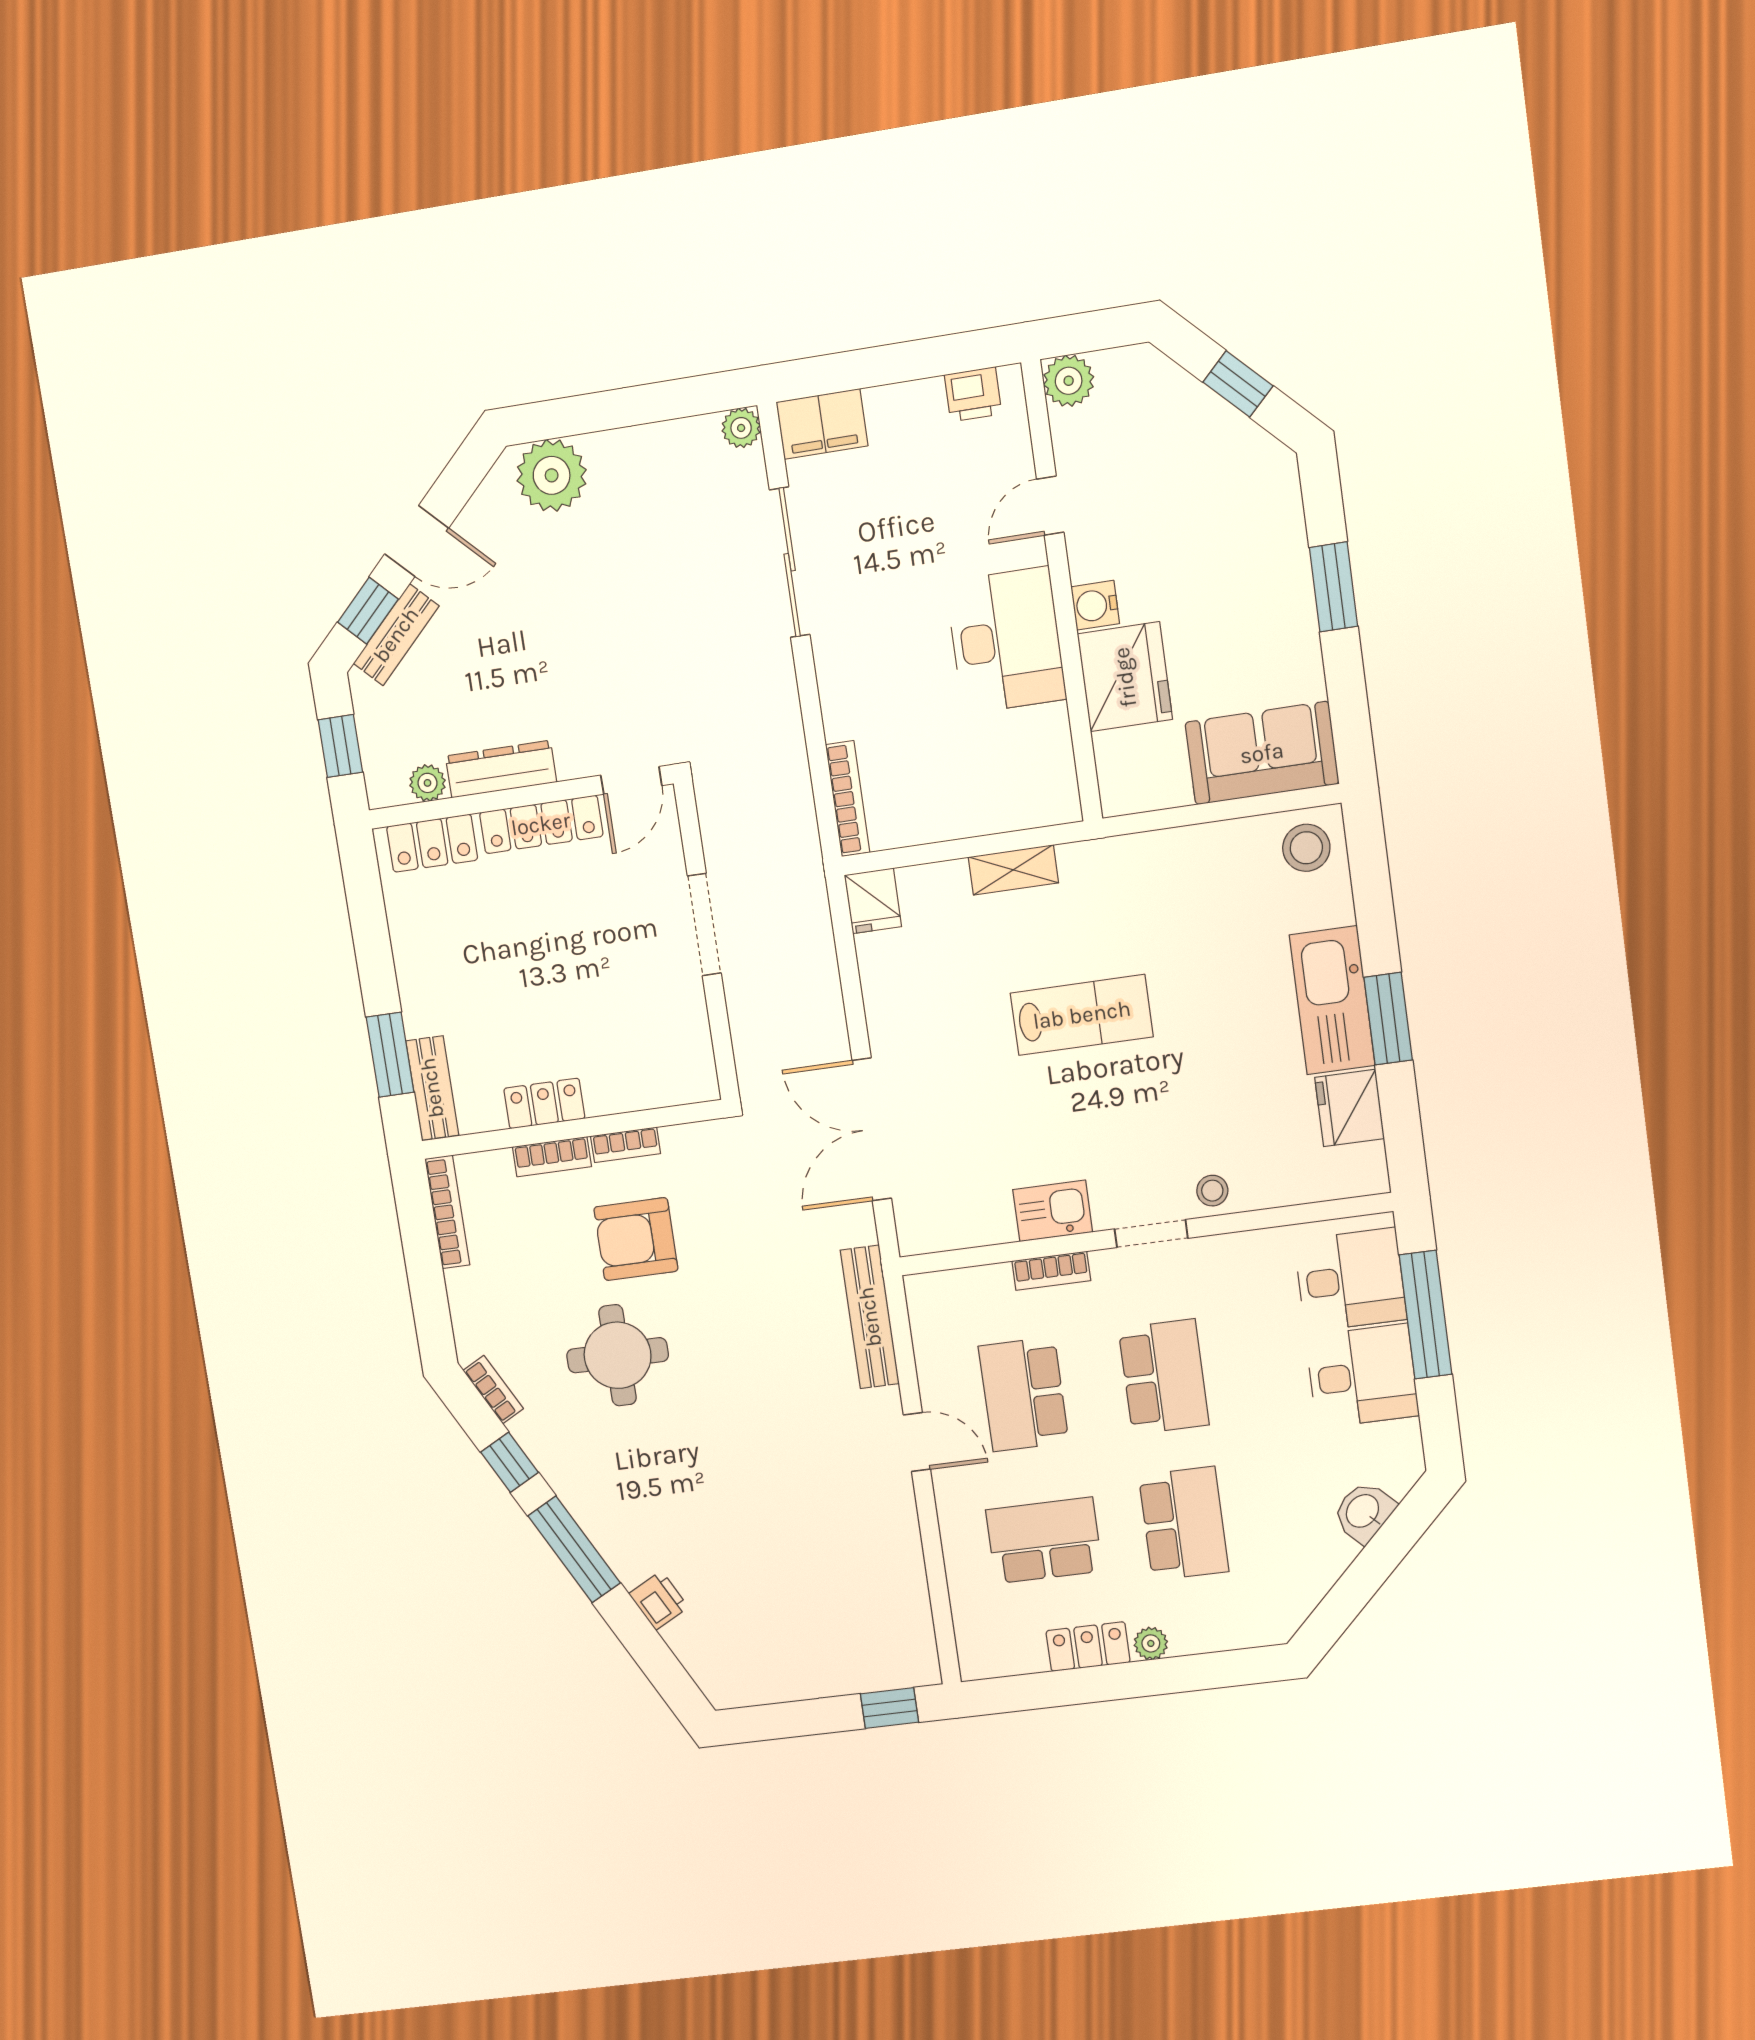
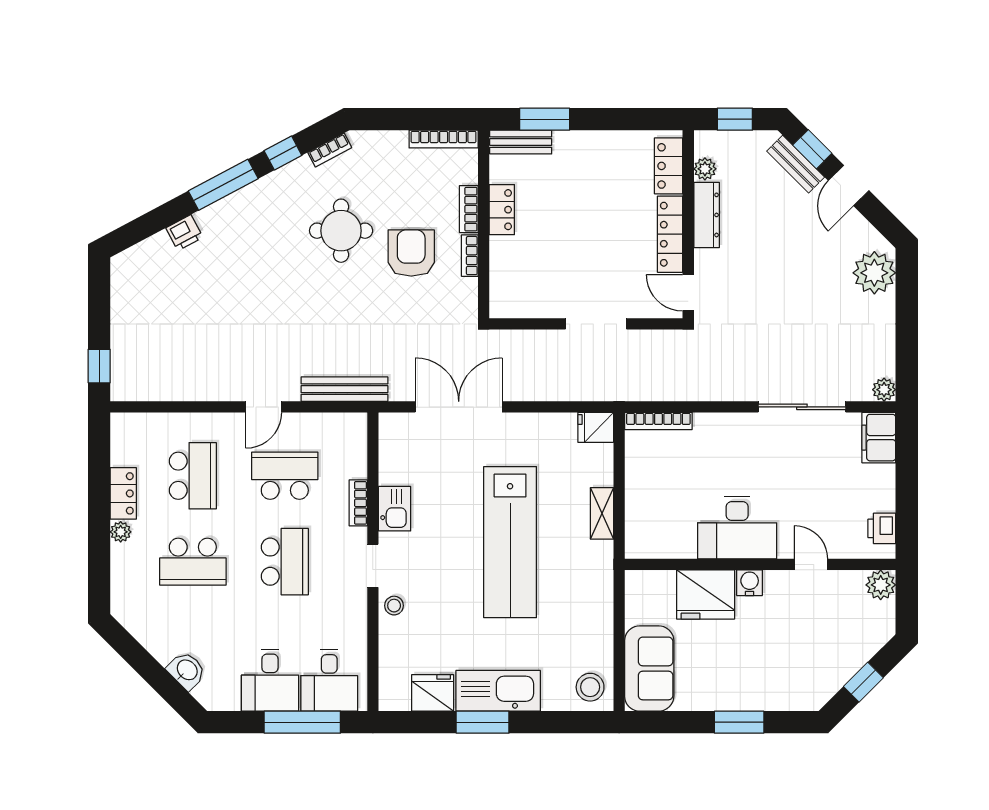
lab bench: (1082, 1015) -> (510, 542), width x1.86, depth x1.39
school desk: (1164, 1377) -> (285, 562), turned -90

